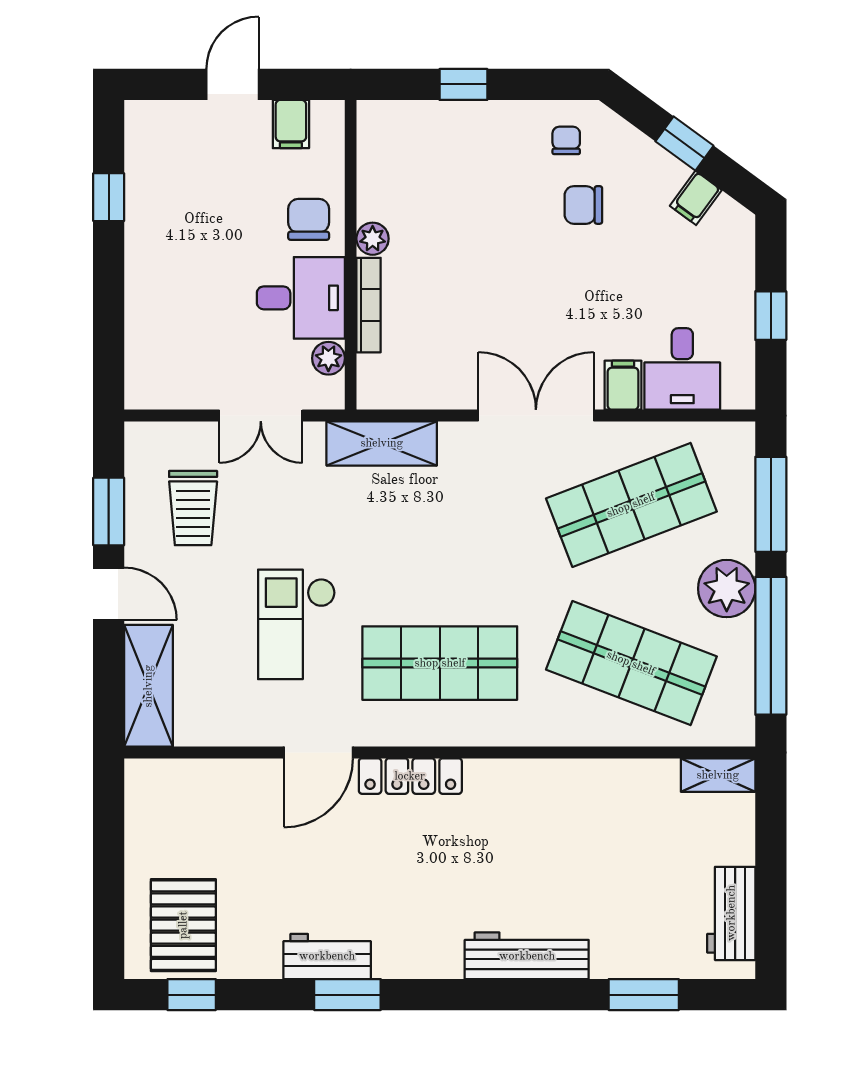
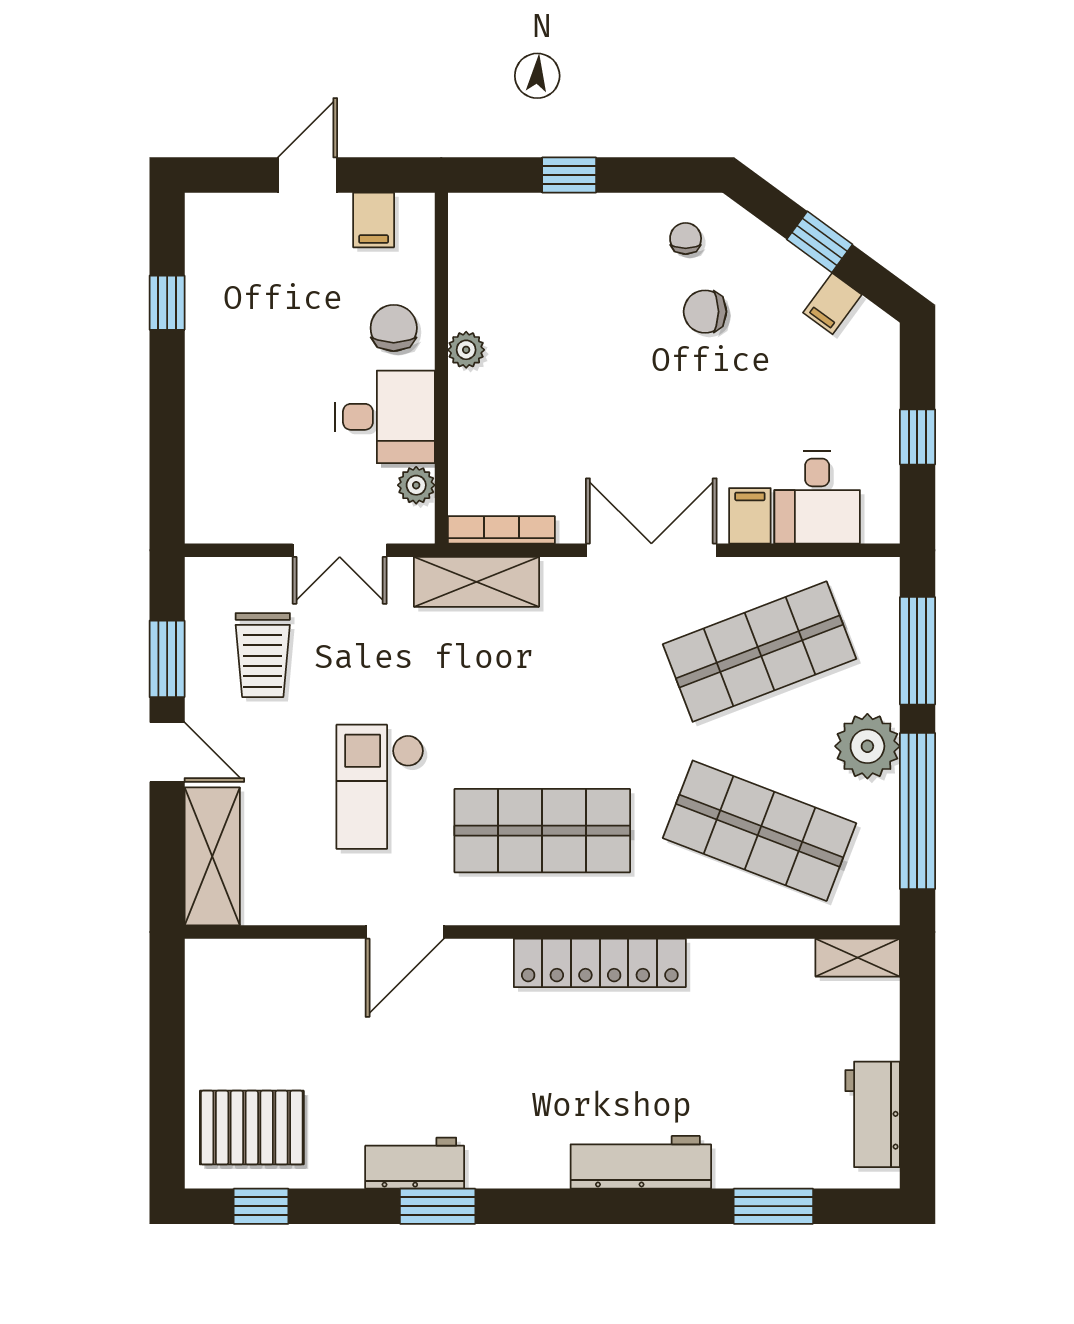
bookcase: (369, 305) -> (501, 530), moved, turned -90
locker: (410, 776) -> (600, 963), moved, width x1.41, depth x1.21
pallet: (183, 925) -> (252, 1128), turned 90

